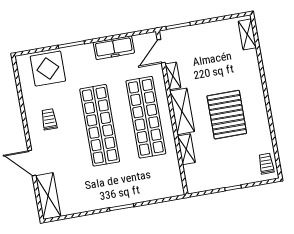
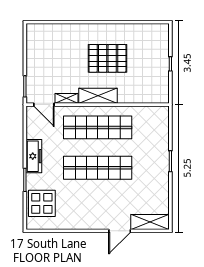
shelving: (247, 34) -> (42, 29), removed
freezer: (114, 48) -> (34, 156), moved
trolley: (49, 119) -> (85, 210), removed
shelving: (186, 149) -> (131, 98), removed
trolley: (266, 164) -> (155, 32), removed

